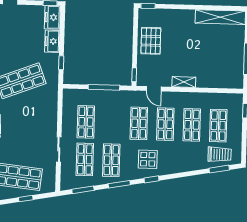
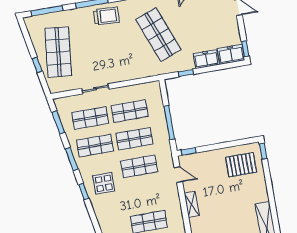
pallet: (151, 41) -> (241, 165), moved
door: (154, 89) -> (178, 175), swing flipped
shop shelf: (165, 124) -> (134, 139), moved

